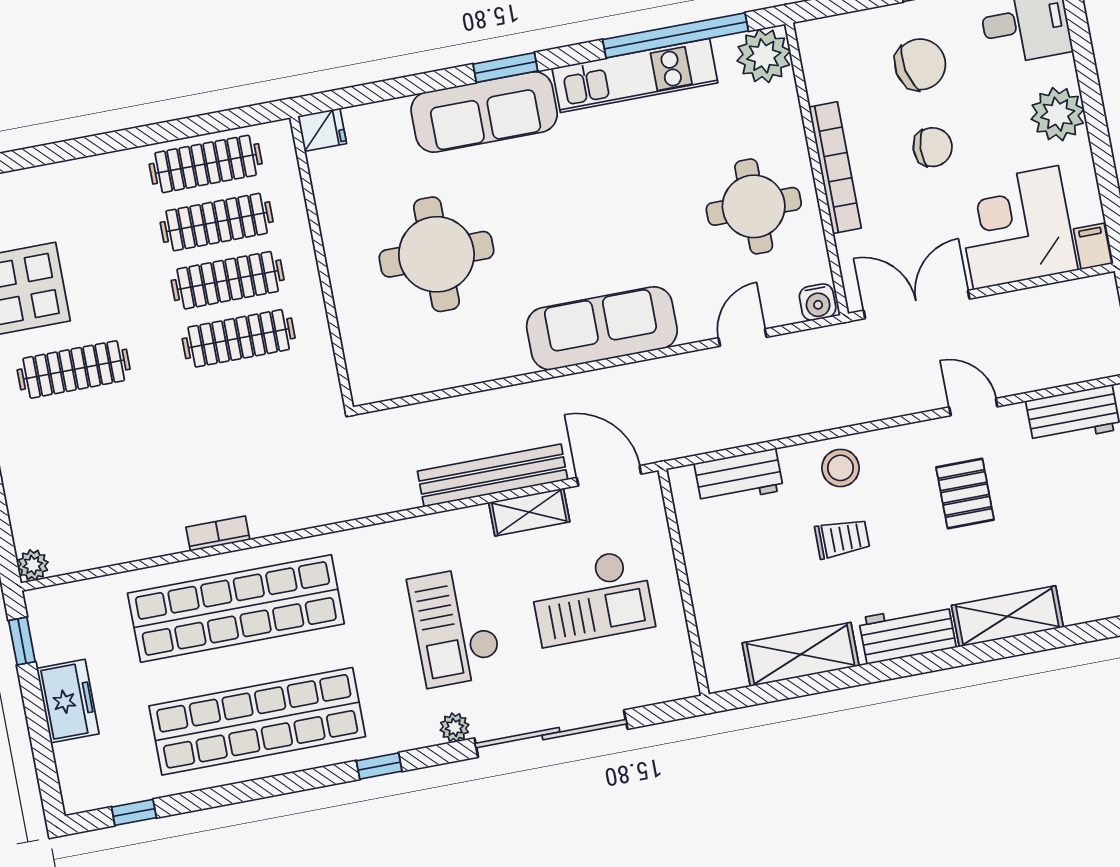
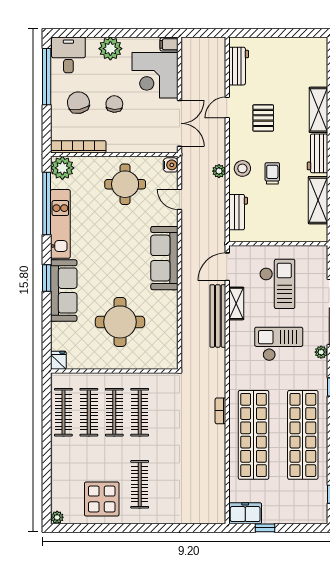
bookcase: (835, 168) -> (78, 147), moved
double door: (917, 305) -> (180, 123), swing flipped
pallet: (965, 494) -> (263, 118), turned 90
bookcase: (218, 534) -> (220, 411), moved
plant: (33, 565) -> (219, 171), moved
checkout: (455, 627) -> (279, 344), turned 180
window: (22, 641) -> (265, 528), moved
freezer: (68, 701) -> (245, 513), moved

